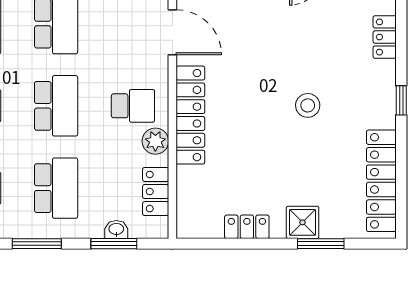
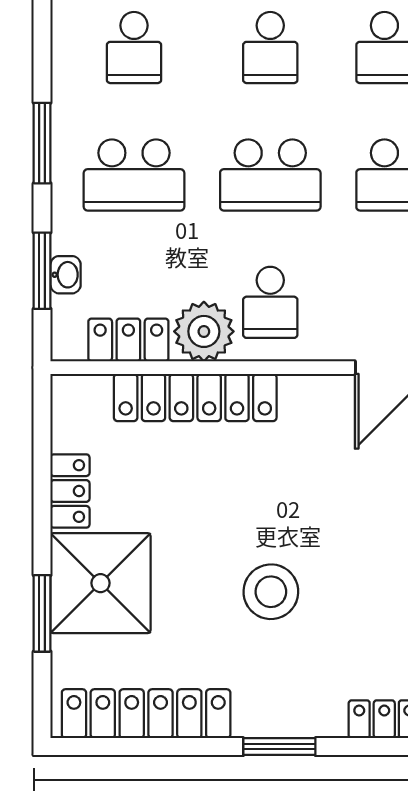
window: (401, 100) -> (279, 747), width x1.50
stool: (308, 105) -> (271, 592), width x1.38, depth x1.38
locker: (190, 115) -> (195, 397), moved
plant: (155, 141) -> (204, 331), width x1.36, depth x1.36
shower: (303, 222) -> (100, 583), width x1.86, depth x1.86

